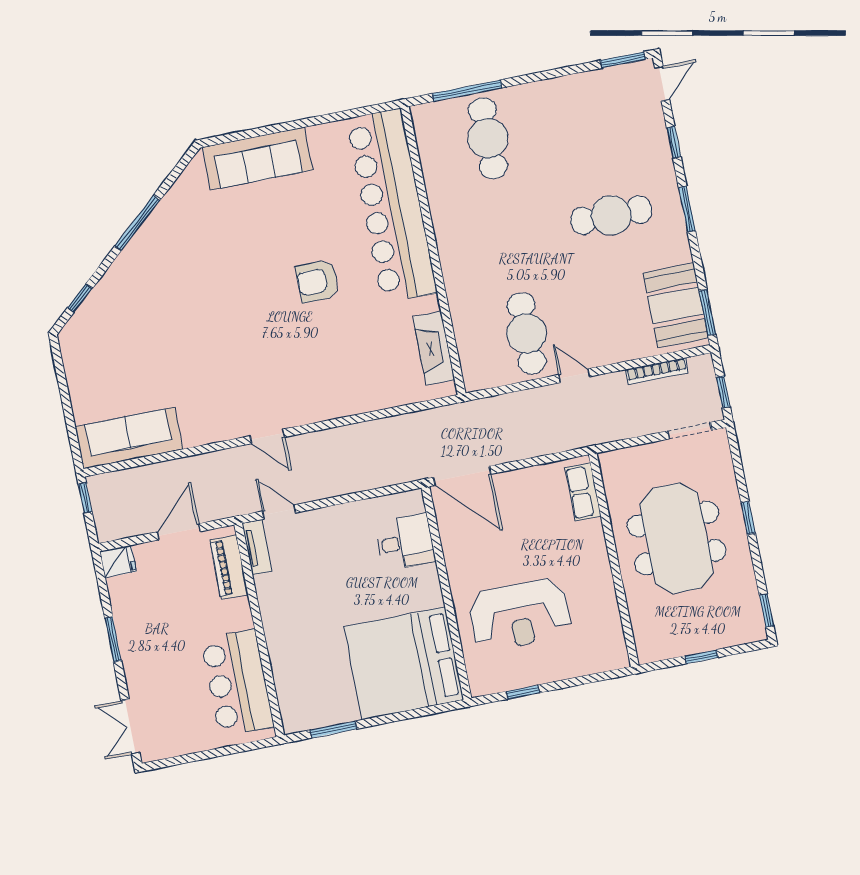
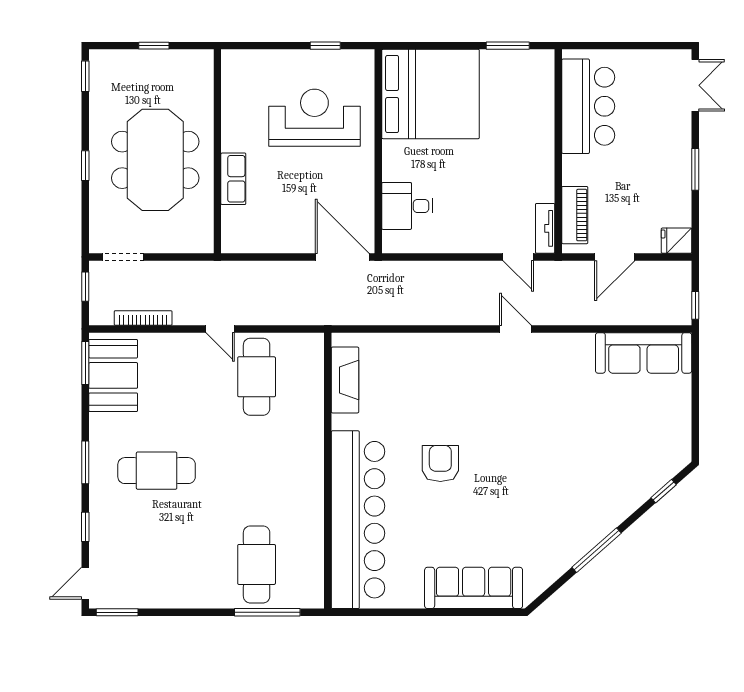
armchair: (318, 281) -> (440, 463), turned -90
row of seats: (583, 492) -> (233, 179), moved

